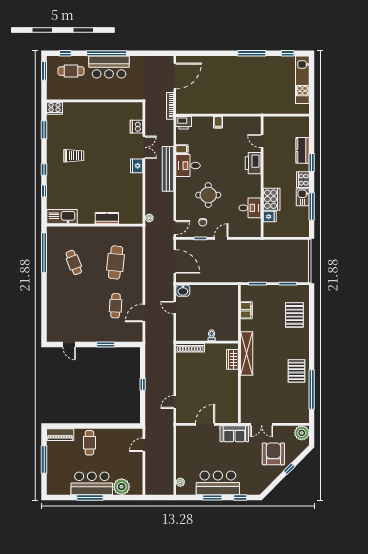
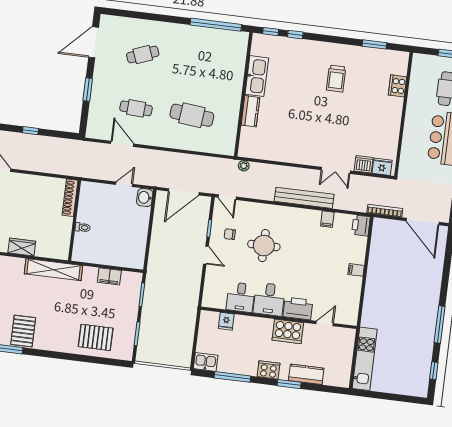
kitchen unit: (302, 80) -> (365, 359), moved, turned 90
cooker: (55, 108) -> (397, 86), moved
fridge: (137, 166) -> (382, 167), moved
desk: (188, 166) -> (269, 299), moved, turned 180
window: (44, 169) -> (271, 32), moved
kitchen sink: (303, 197) -> (206, 362), moved
cooker: (272, 199) -> (288, 331), moved
kitchen sink: (62, 217) -> (257, 76), moved
cafe table: (74, 262) -> (143, 55), moved
door: (69, 344) -> (94, 42), width x1.87
wardrobe: (232, 359) -> (22, 247), moved
pallet: (296, 371) -> (23, 331), turned 90

